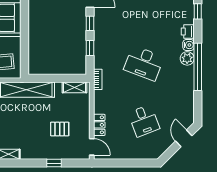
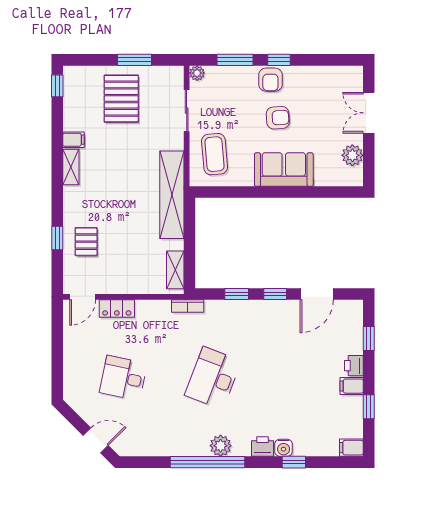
water cooler: (189, 45) -> (284, 448), moved
desk: (144, 121) -> (123, 378), turned 33
pallet: (60, 129) -> (86, 242), moved

